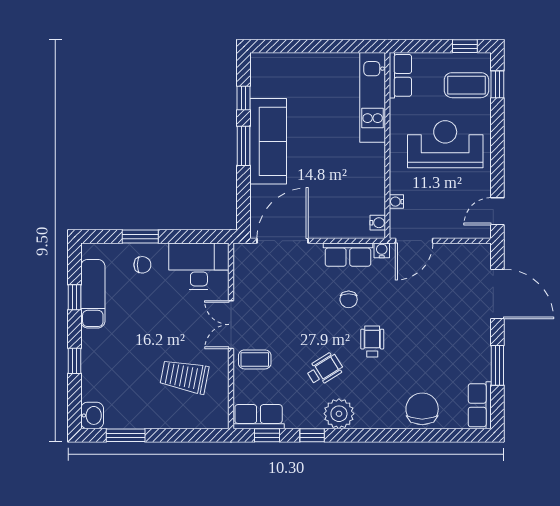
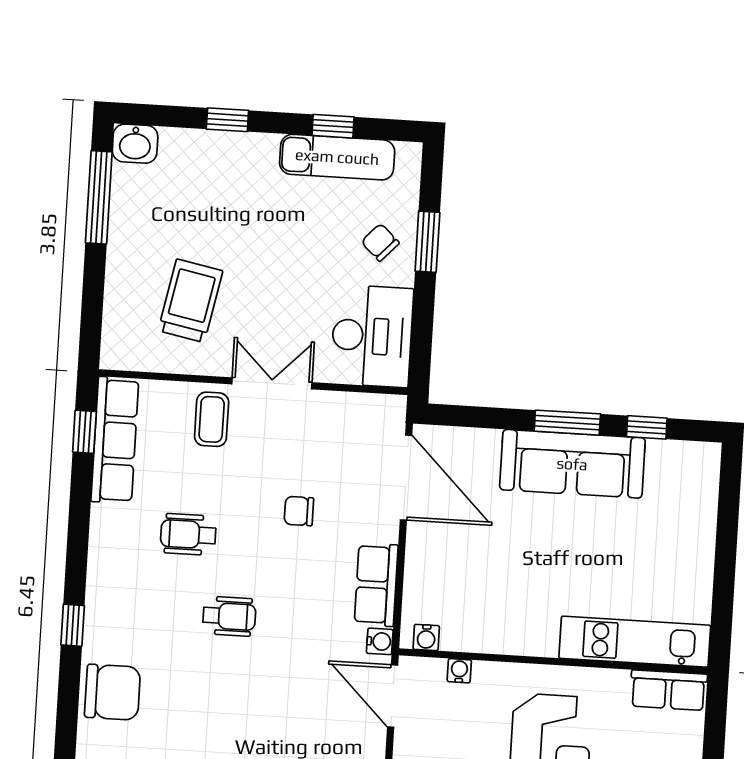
chair: (142, 265) -> (380, 242), turned 133
chair: (349, 299) -> (299, 511), moved
wheelchair: (325, 369) -> (188, 534), turned 122
plant: (339, 414) -> (113, 554), removed
row of seats: (259, 417) -> (115, 440), width x1.48
window: (126, 435) -> (99, 197), width x1.44
window: (312, 435) -> (73, 625), moved

